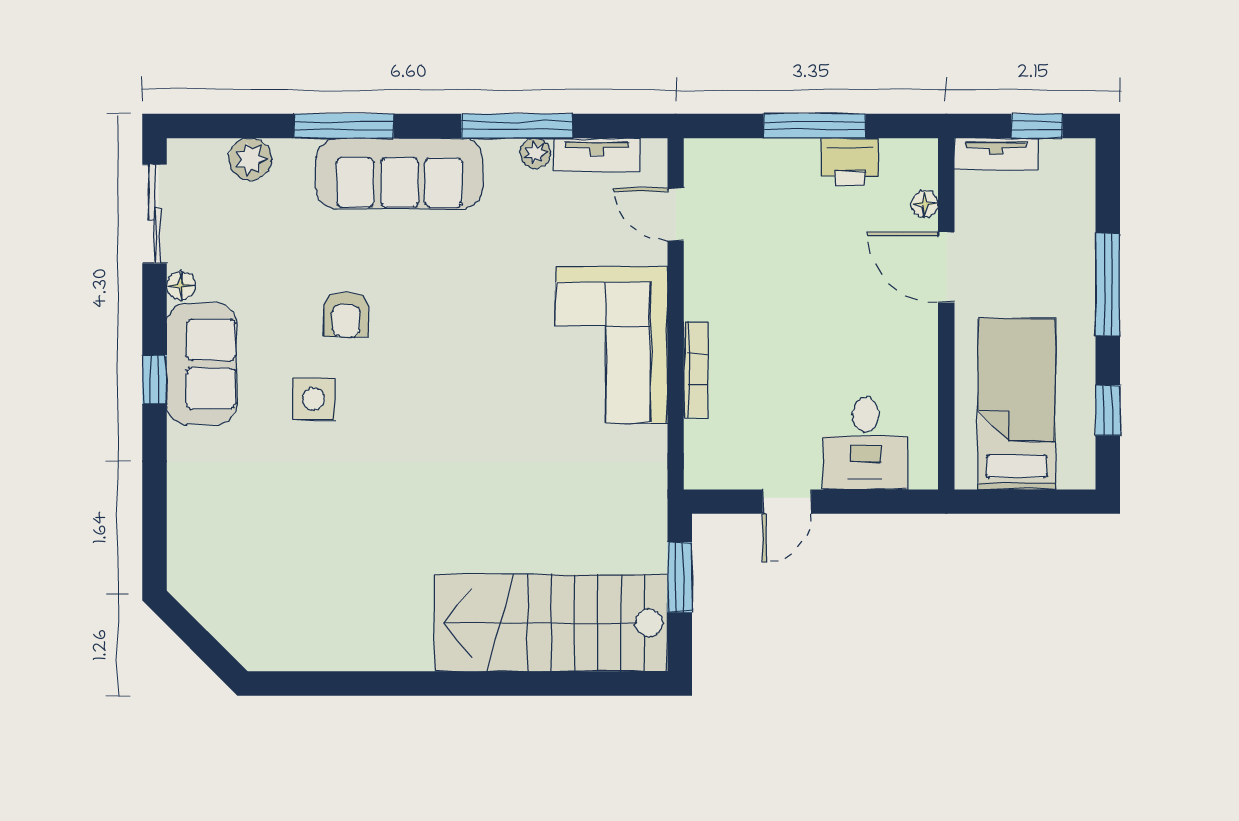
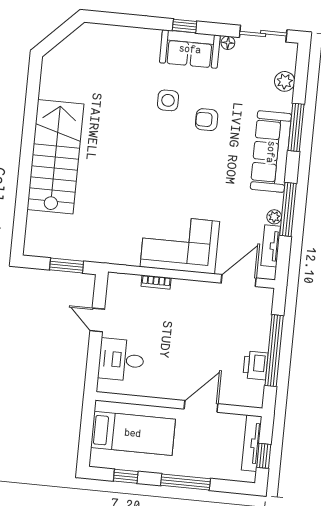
window: (815, 126) -> (274, 351), width x1.46
tv unit: (996, 154) -> (252, 443), width x1.41
floor lamp: (925, 204) -> (232, 399), removed
door: (676, 214) -> (239, 281), width x1.38
bookcase: (696, 370) -> (156, 282), width x0.64
stairs: (551, 623) -> (55, 157), moved

